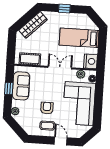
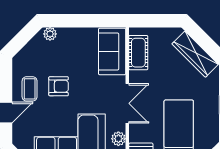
sofa: (21, 86) -> (112, 52), moved, turned 90
window: (9, 88) -> (87, 21), removed

